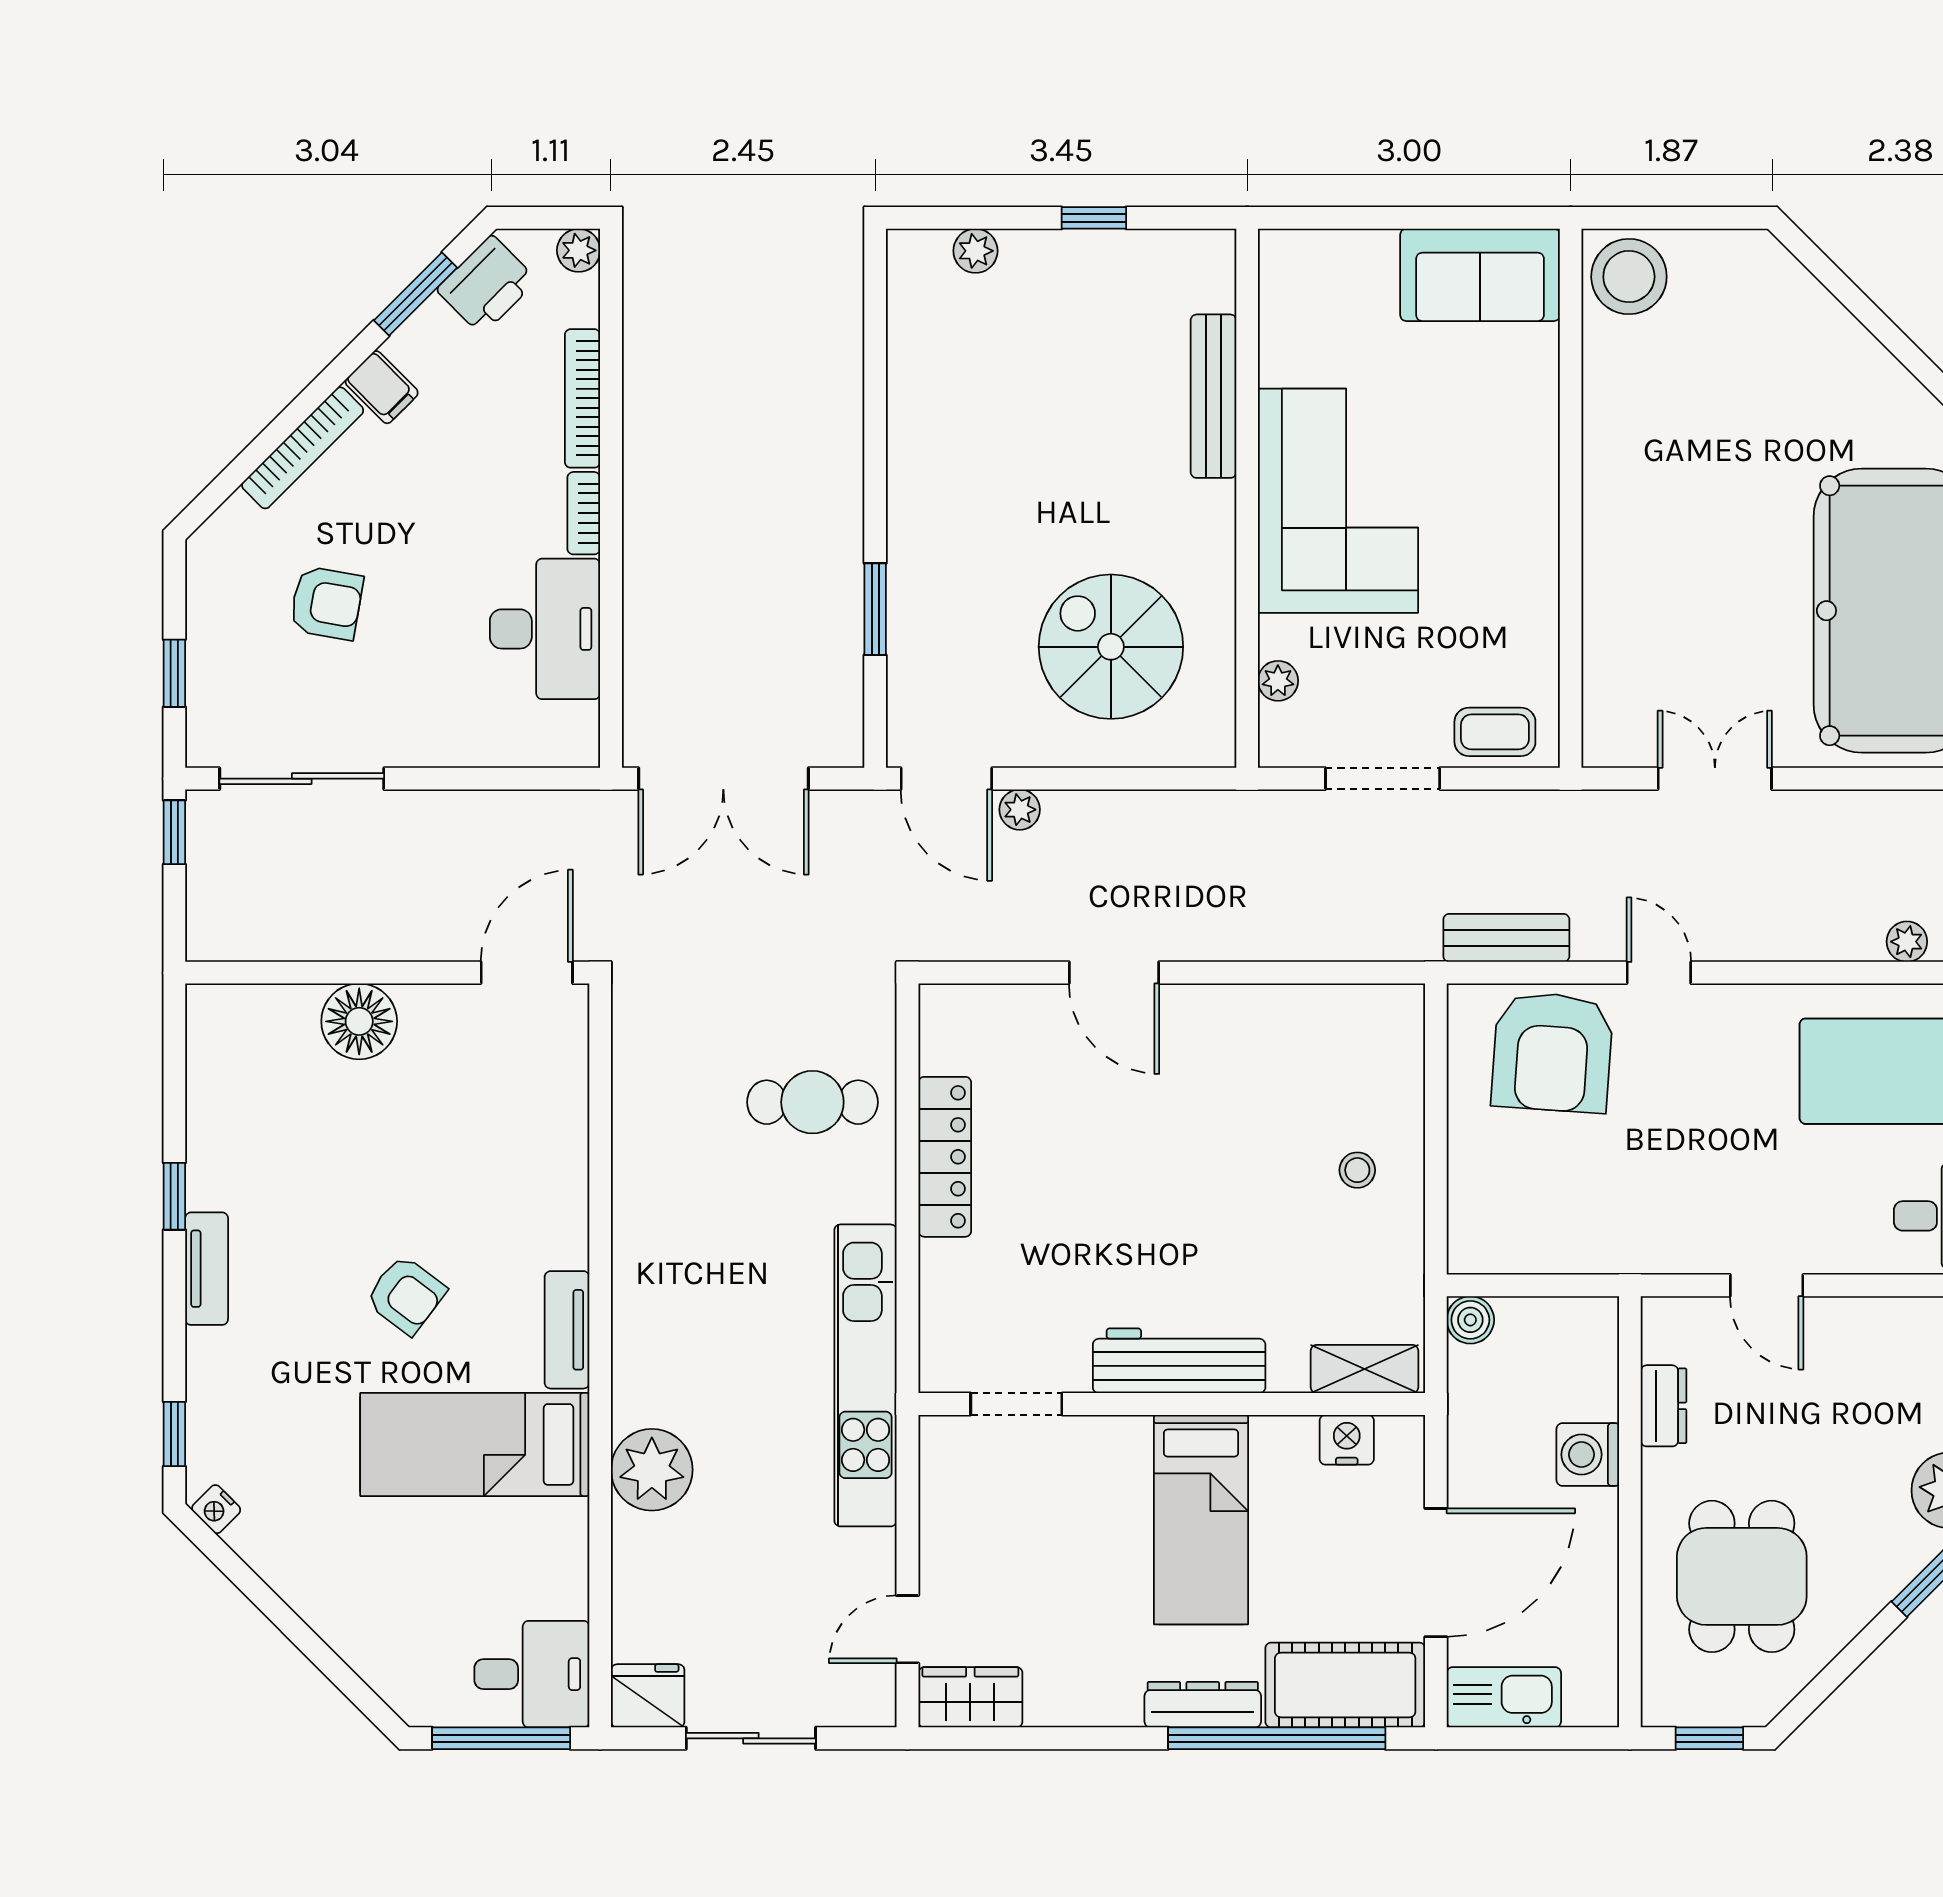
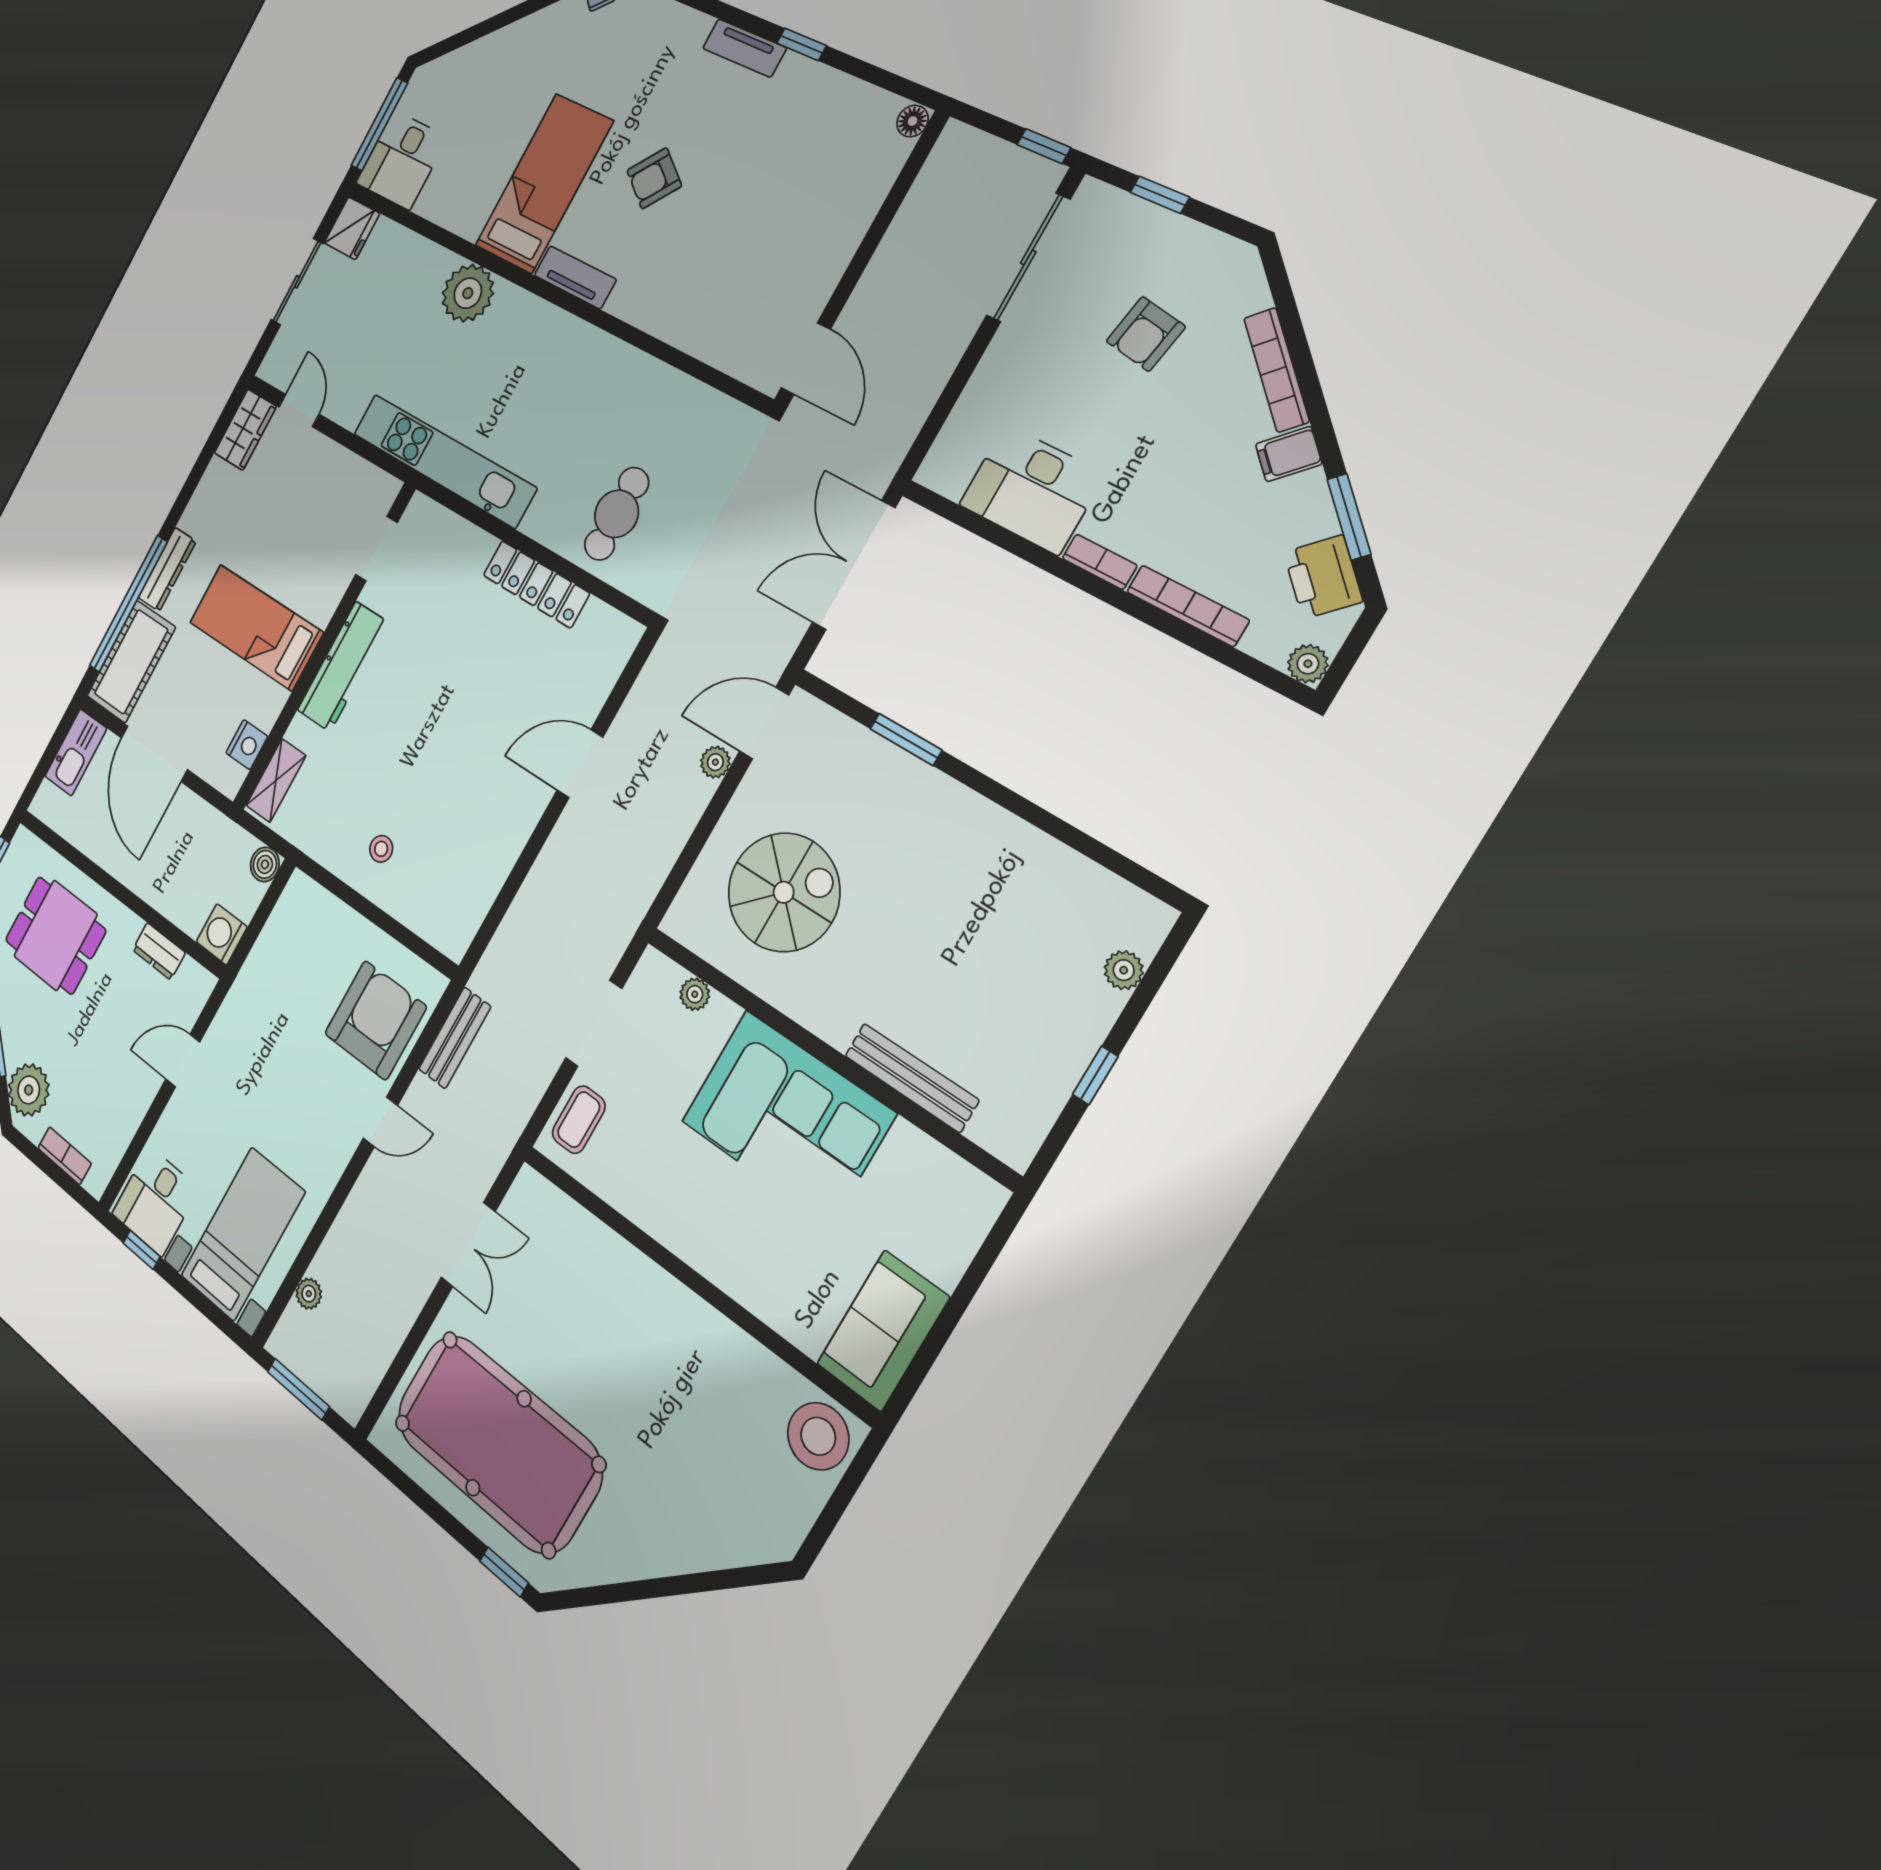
floor lamp: (359, 1021) -> (913, 121), moved, width x0.53, depth x0.53
armchair: (1552, 1052) -> (375, 1020), turned 86
washing machine: (1588, 1455) -> (222, 934), moved, turned -90

